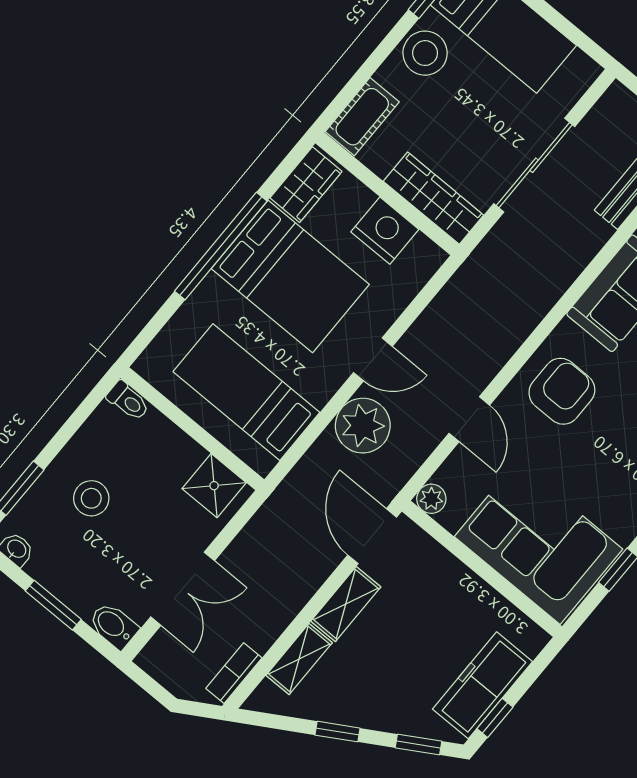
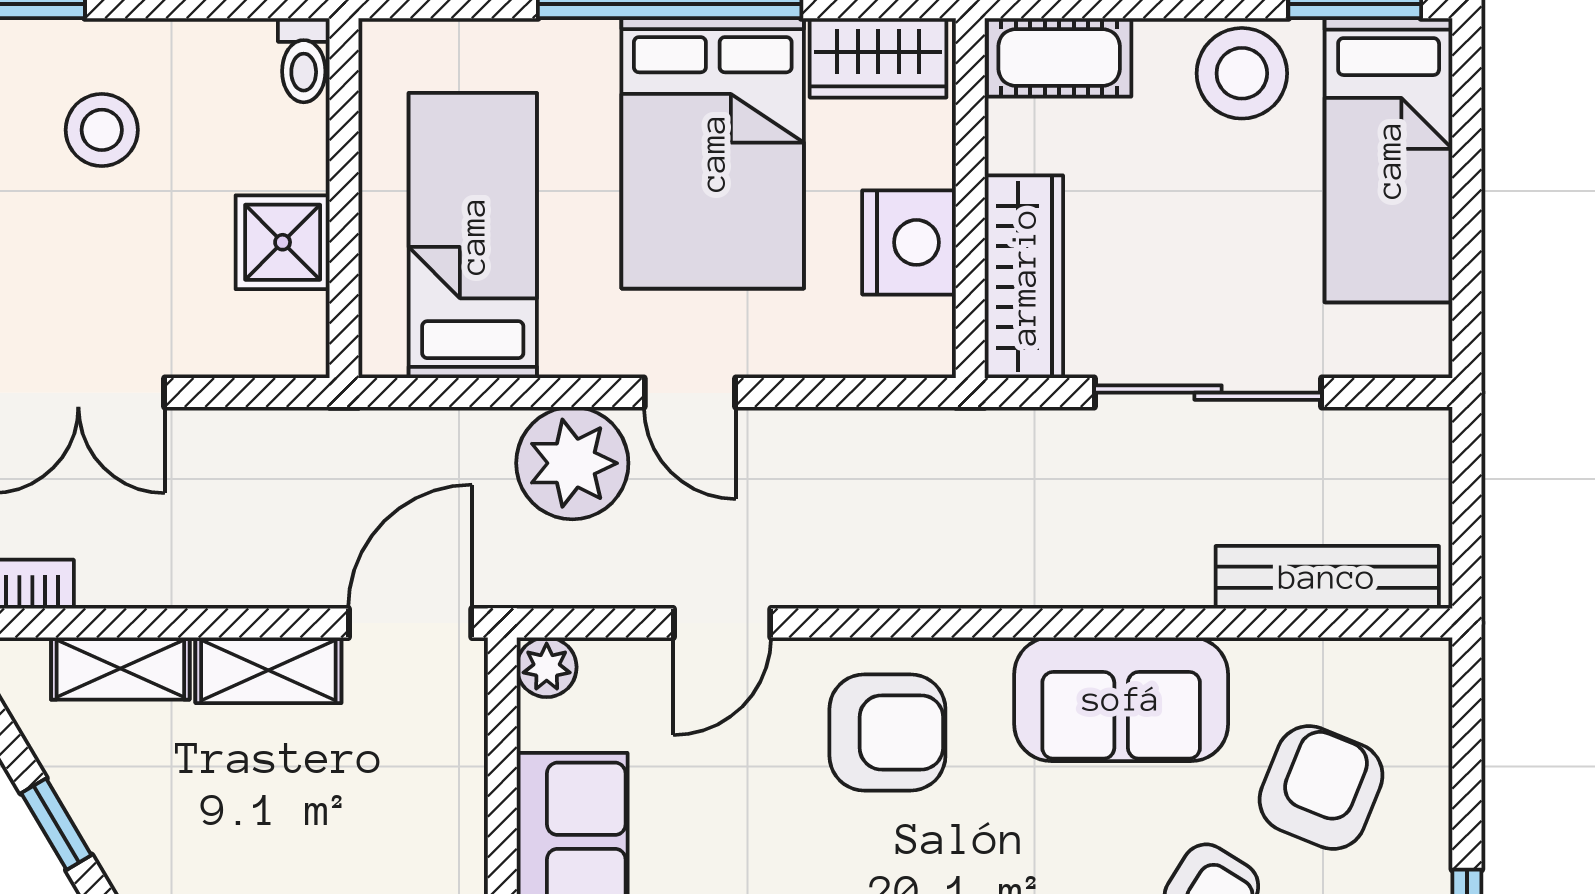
shower: (214, 486) -> (283, 242), moved

